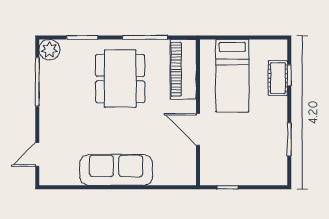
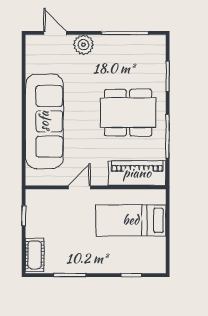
plant: (49, 50) -> (83, 45), moved
cot: (278, 78) -> (35, 255), moved, turned 90
door: (198, 129) -> (79, 187), width x0.73
sofa: (116, 170) -> (44, 121), width x1.36, depth x1.27

